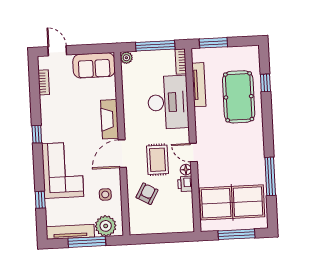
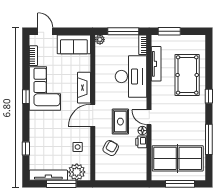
window: (265, 83) -> (209, 96), moved
corner sofa: (63, 170) -> (45, 88), moved

